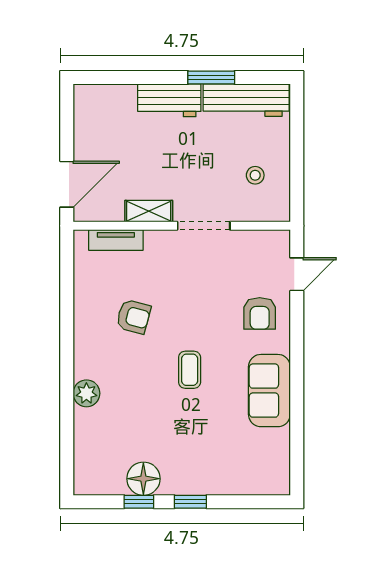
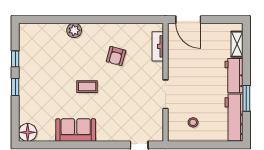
shelving: (149, 211) -> (237, 44), moved
armchair: (260, 313) -> (118, 125), removed
floor lamp: (143, 479) -> (28, 132), moved

